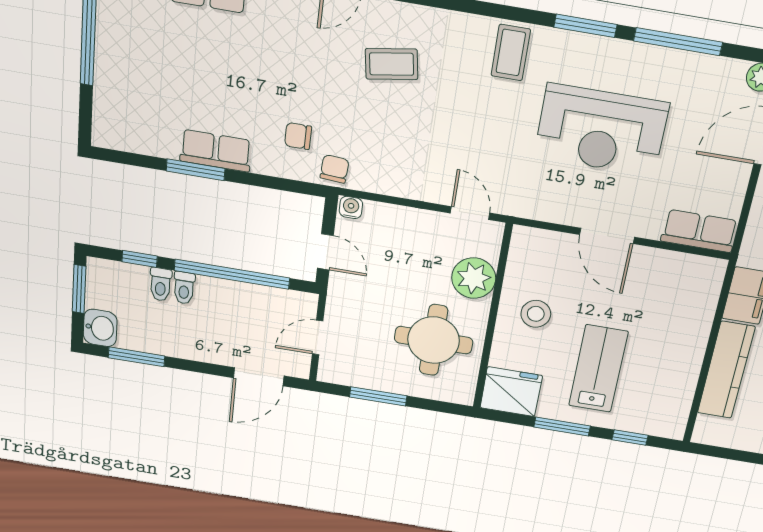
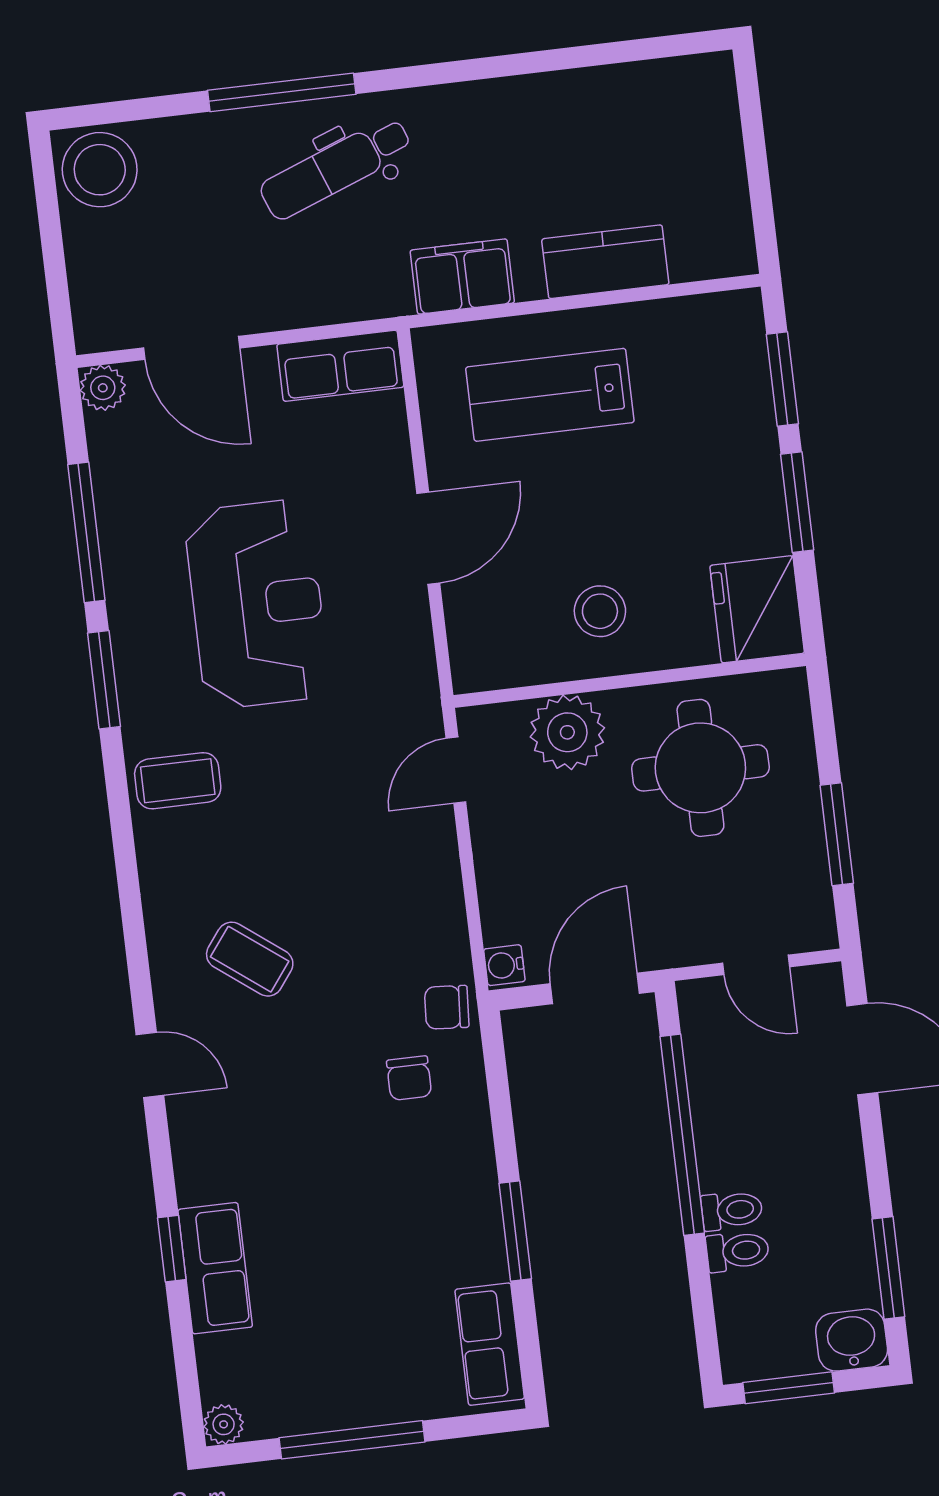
coffee table: (392, 64) -> (250, 959), turned -44
row of seats: (216, 151) -> (490, 1344), moved
row of seats: (699, 231) -> (340, 366), moved, turned -90
door: (325, 252) -> (595, 988), width x1.37
window: (140, 259) -> (701, 1295), removed
lab bench: (598, 369) -> (550, 395), moved
kitchen counter: (726, 370) -> (605, 262), width x0.67
window: (630, 438) -> (782, 379), width x1.50

